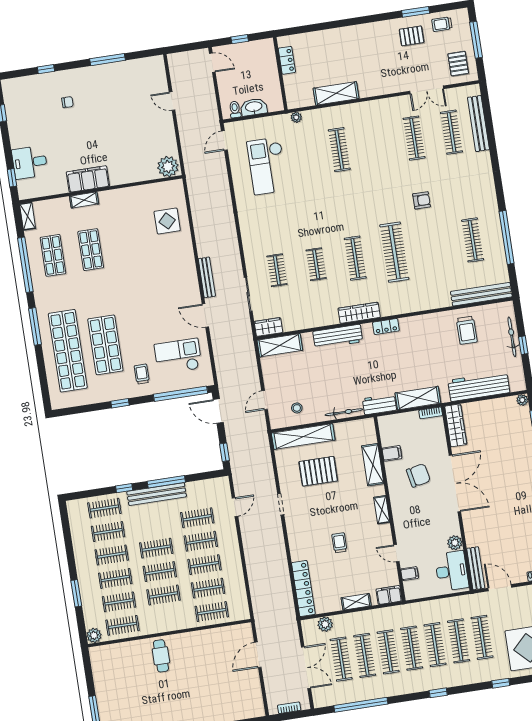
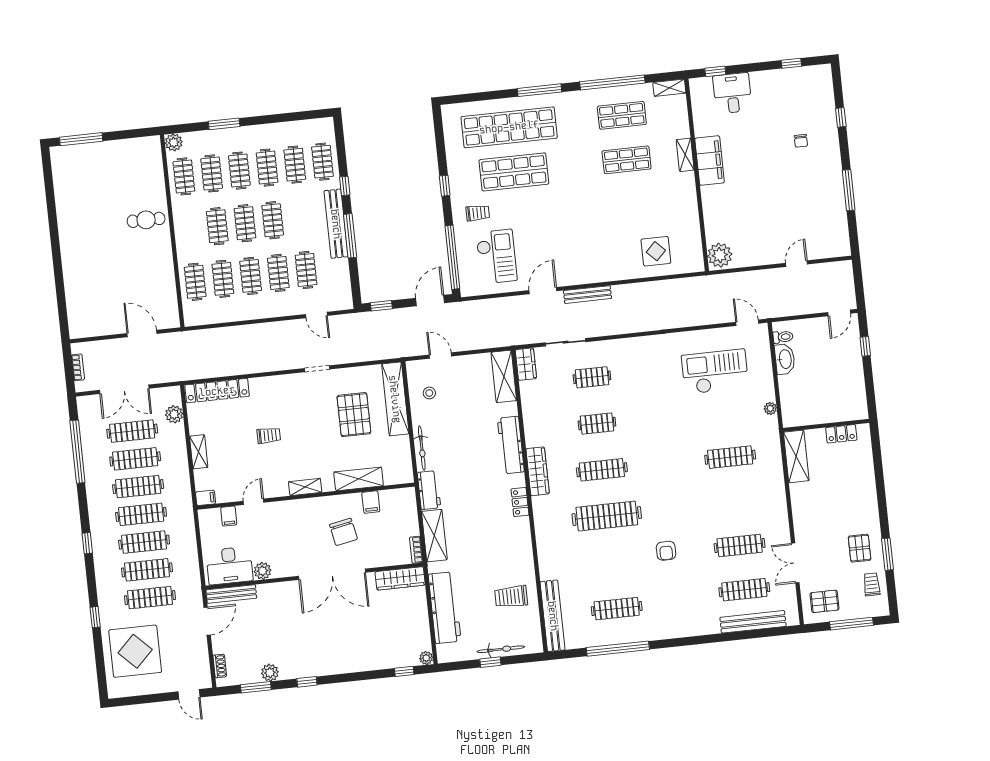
locker: (287, 60) -> (841, 434), moved
wall: (280, 74) -> (826, 425), moved
filing cabinet: (389, 595) -> (205, 498), width x0.50

